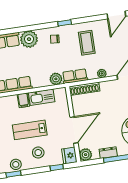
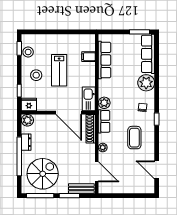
coffee table: (87, 43) -> (134, 138), turned 90
kitchen sink: (42, 97) -> (89, 99), moved
filing cabinet: (23, 100) -> (88, 57), moved
lab bench: (30, 130) -> (59, 70), turned 180
door: (74, 130) -> (69, 113), moved

